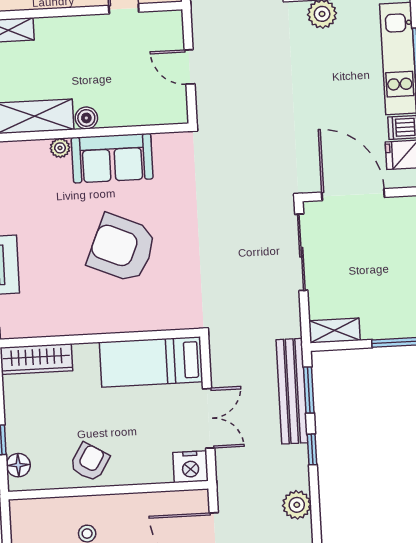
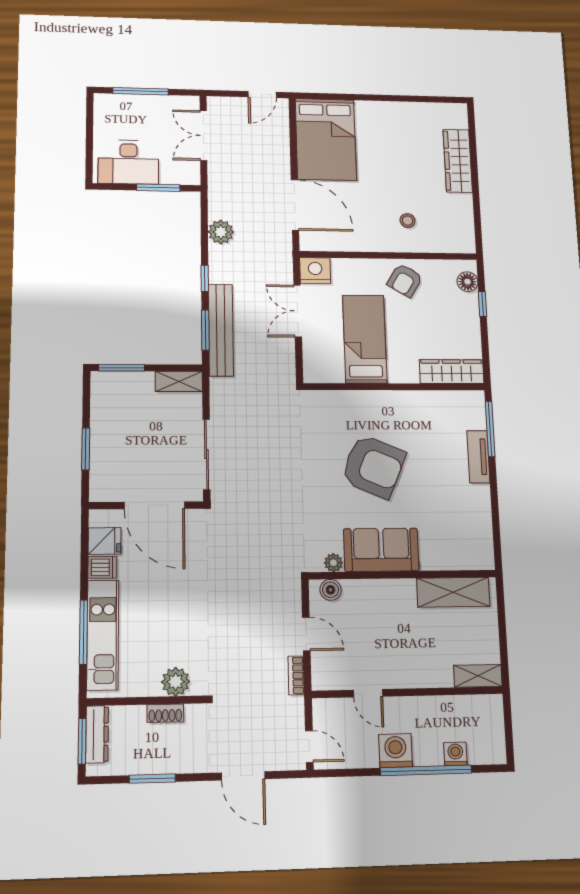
bookcase: (199, 24) -> (296, 675), added
boiler: (86, 118) -> (331, 590), moved
plant: (60, 148) -> (333, 563), moved
bed: (151, 362) -> (365, 339), moved, turned -90

